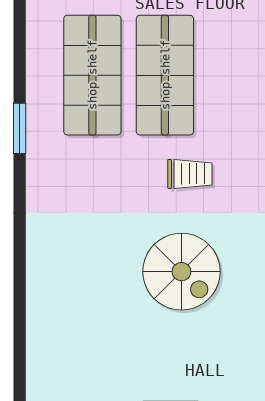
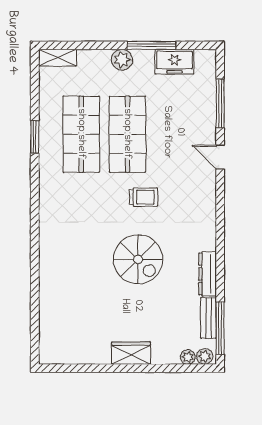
window: (20, 128) -> (35, 137), moved

